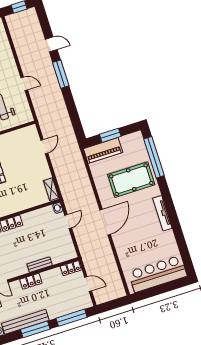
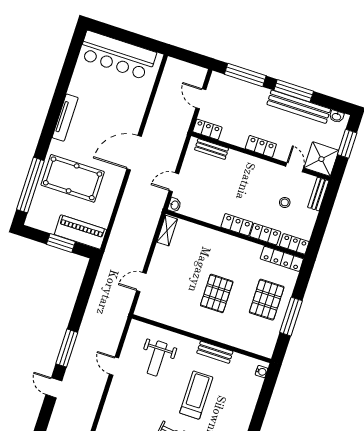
bench: (40, 265) -> (212, 149), moved

